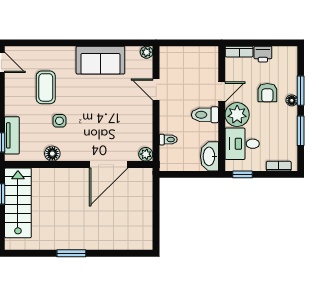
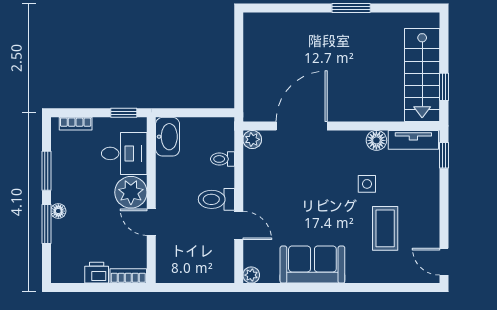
door: (222, 92) -> (151, 222), hinge flipped
armchair: (267, 93) -> (91, 221), removed
toilet: (205, 115) -> (216, 199), moved, turned 180
tv unit: (12, 135) -> (413, 140), moved, turned -90

